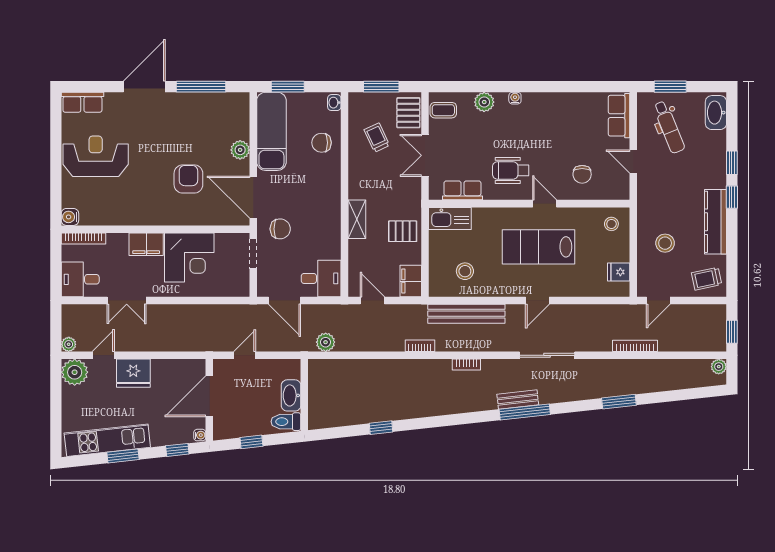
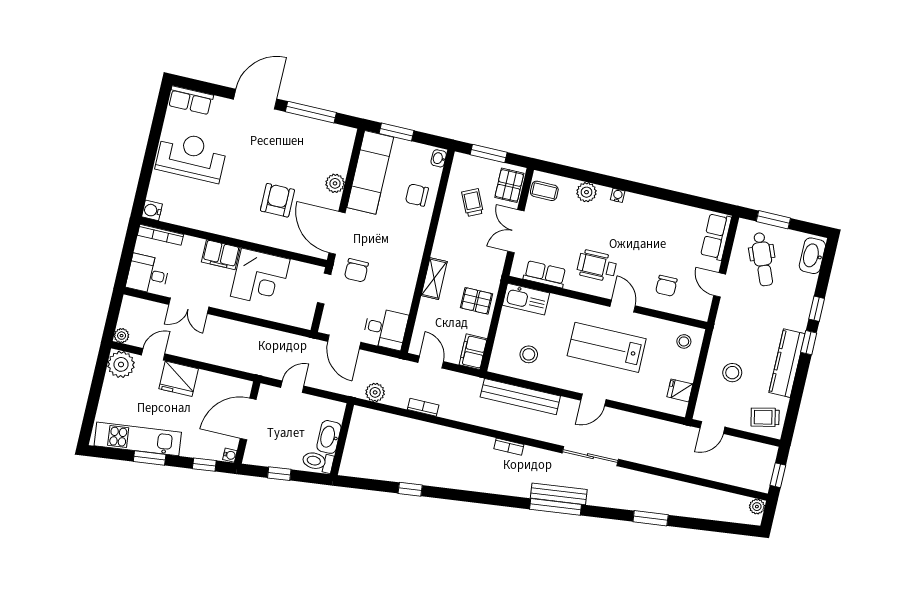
chair: (280, 229) -> (356, 270), turned 90
bookcase: (420, 346) -> (423, 407), moved
bookcase: (635, 346) -> (679, 467), removed
bench: (518, 399) -> (559, 494), width x1.36

